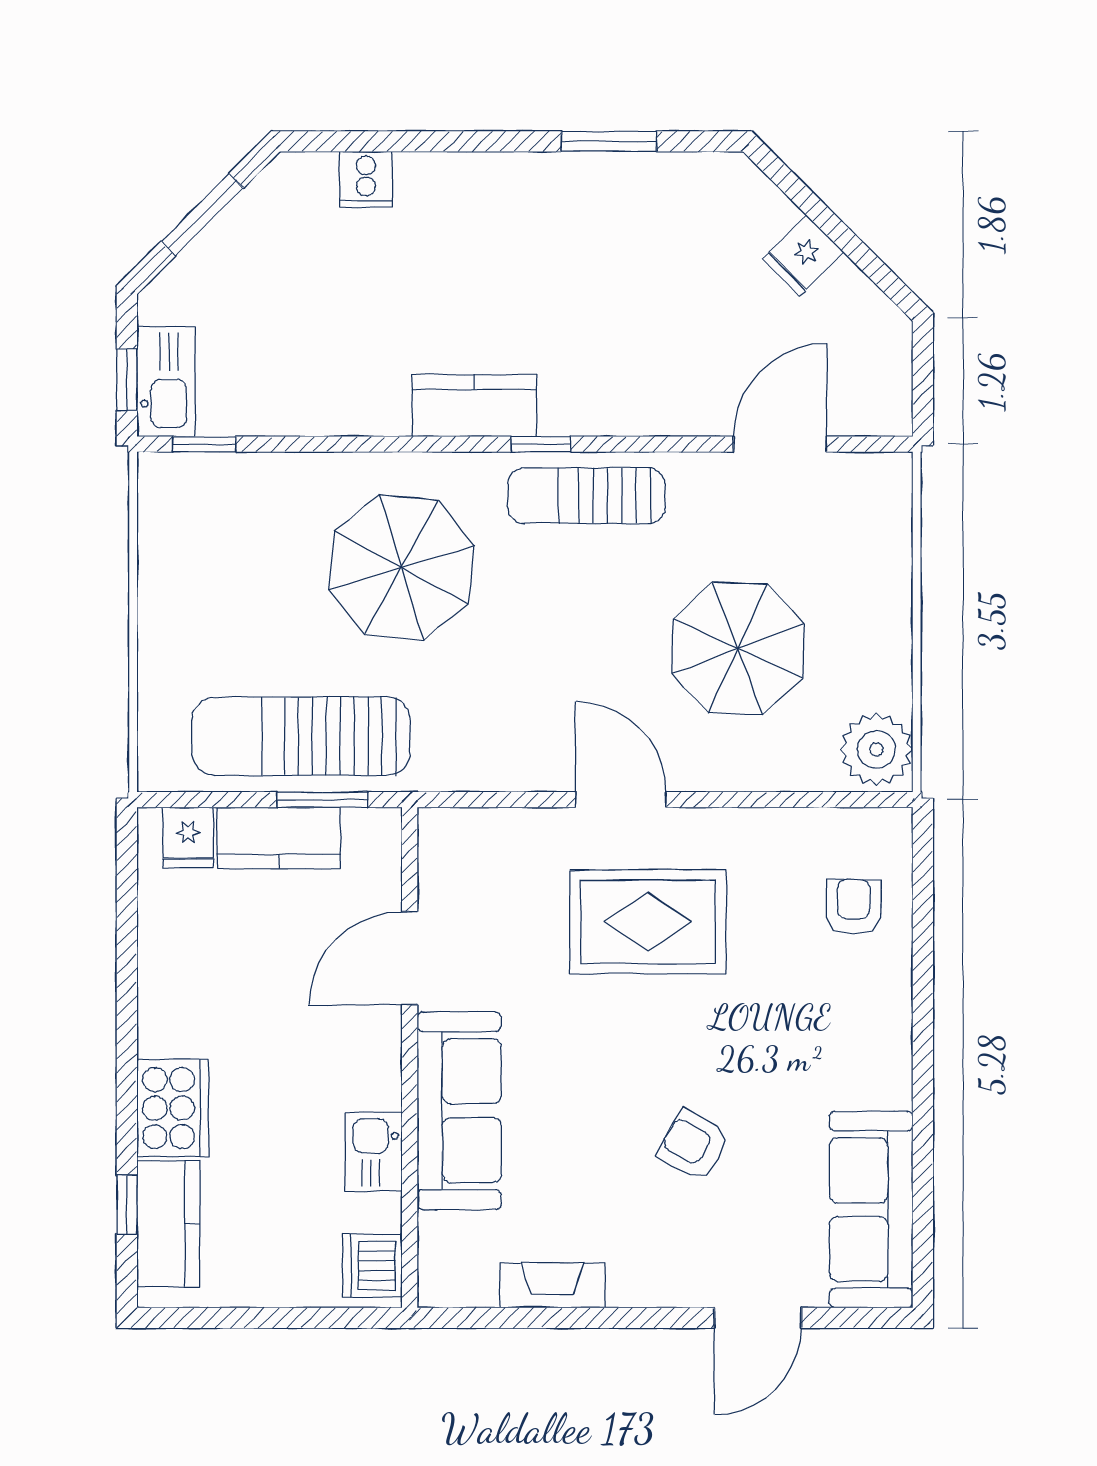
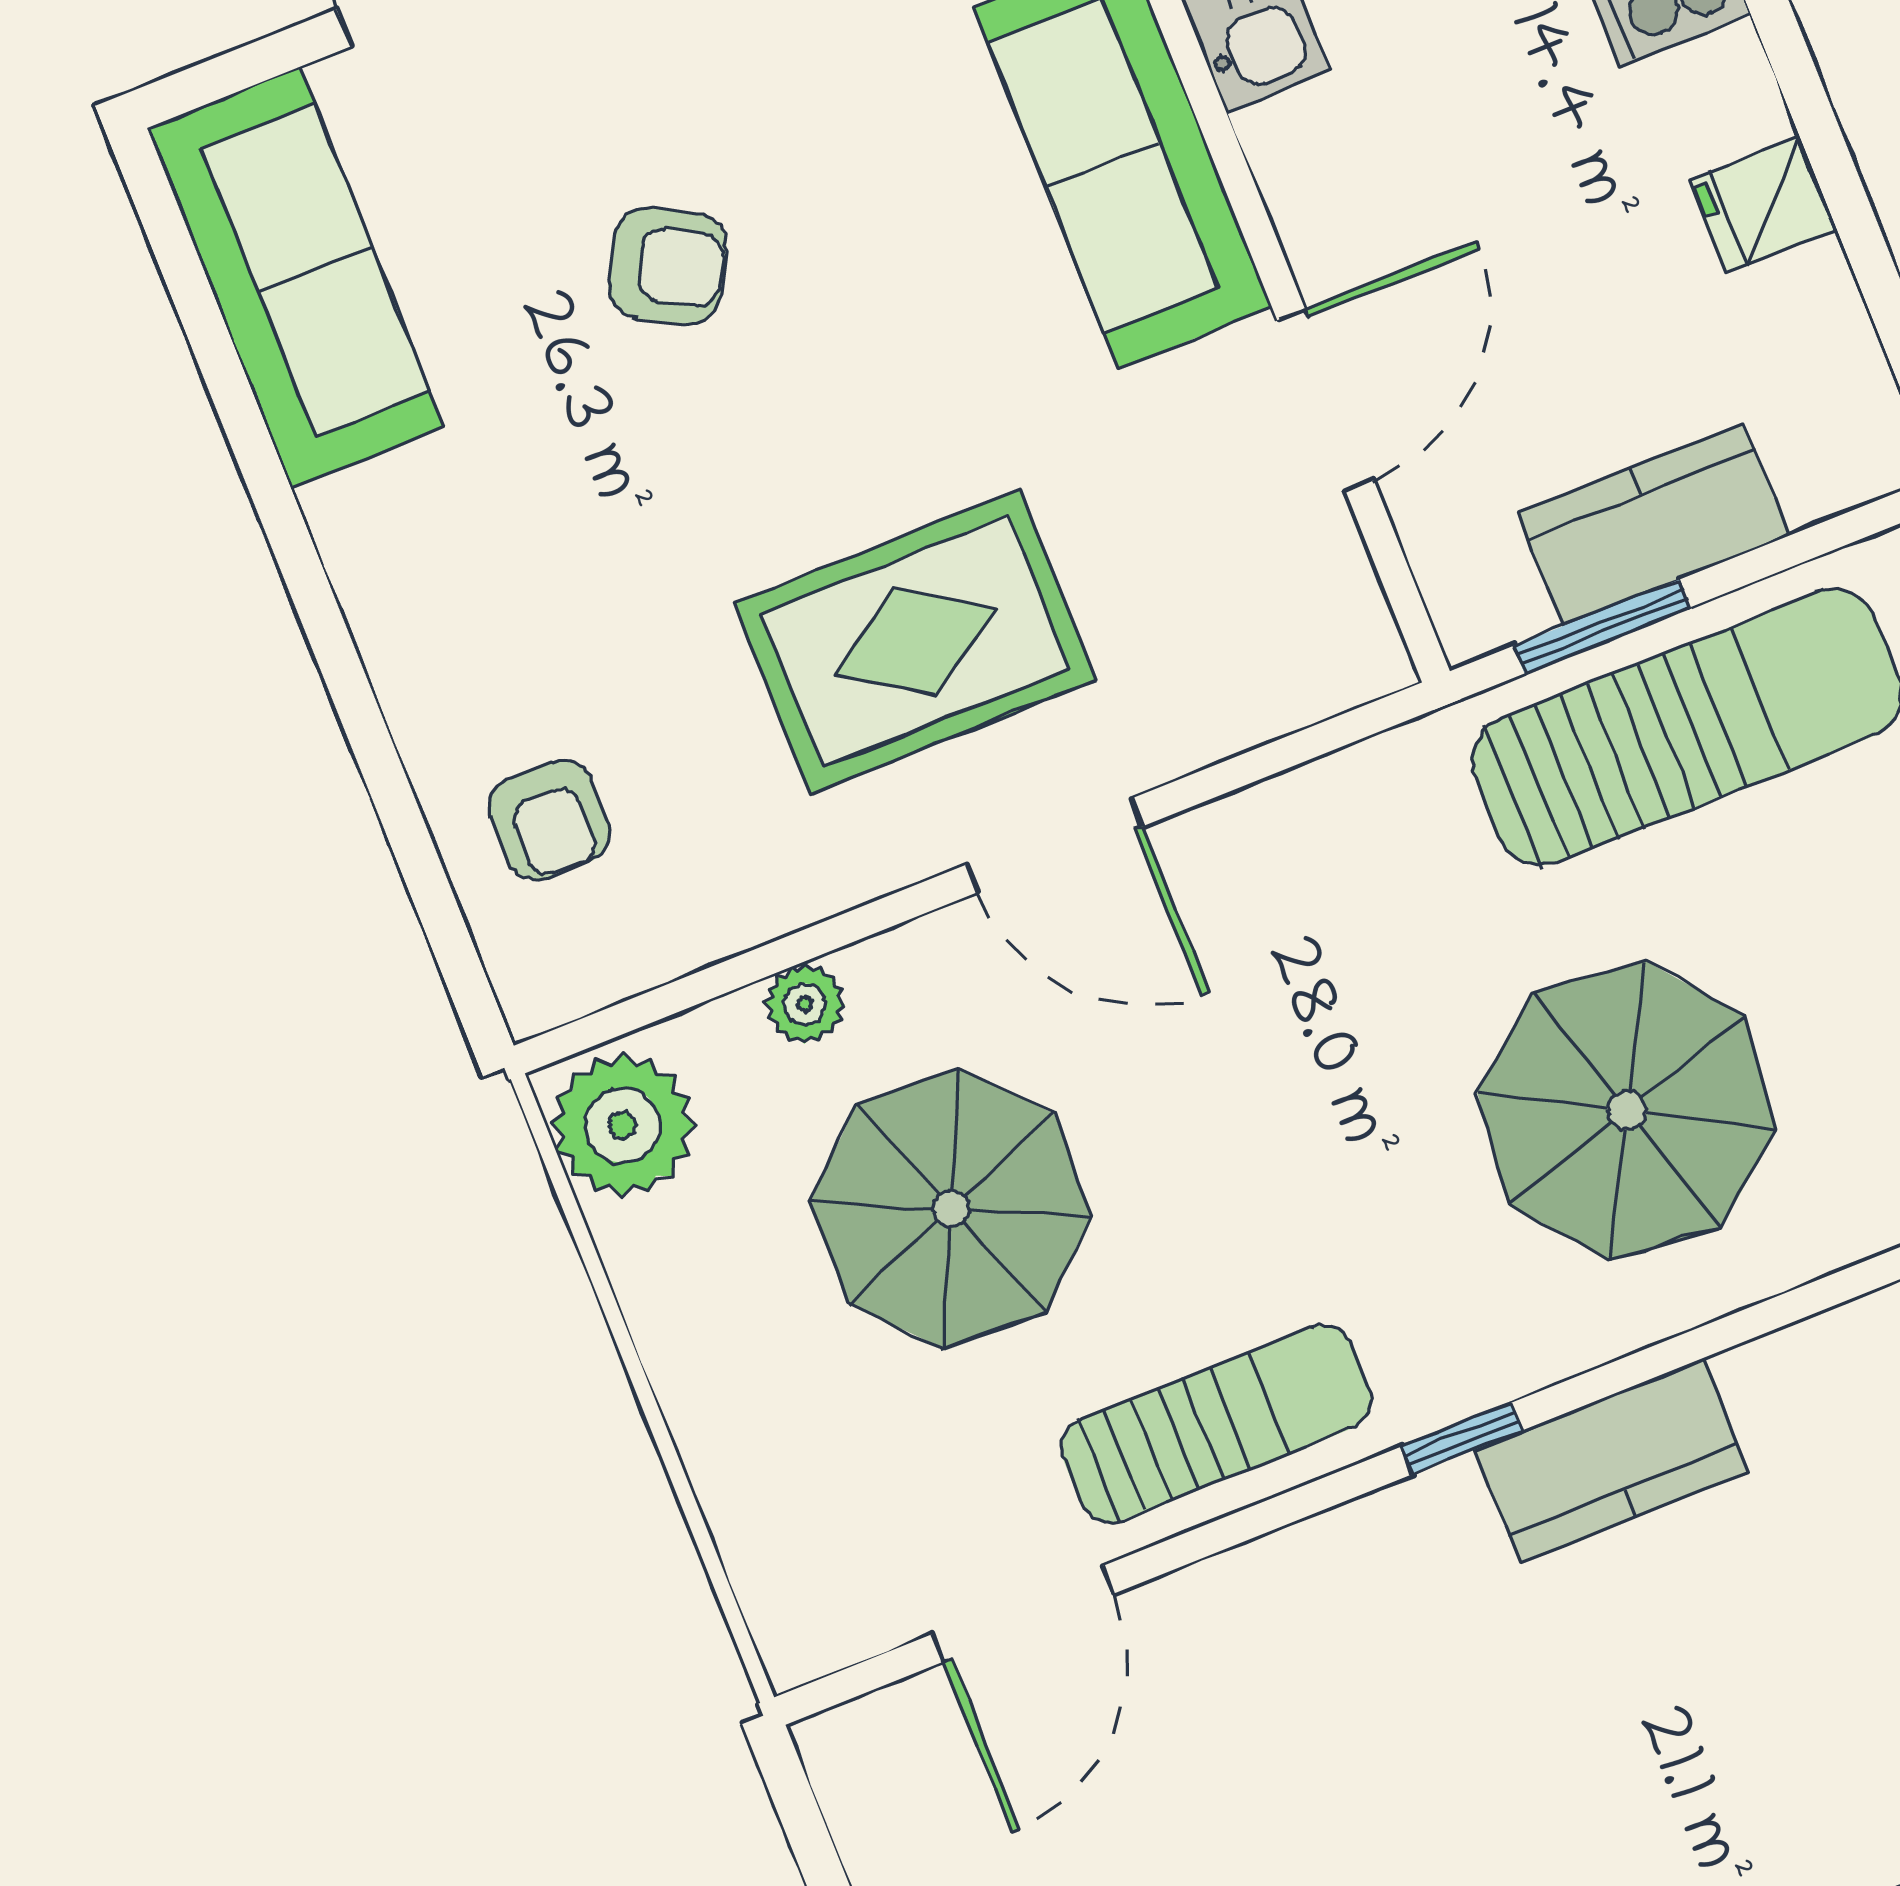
sun lounger: (586, 496) -> (1216, 1424), moved
plant: (768, 772) -> (805, 1004), added
fridge: (188, 837) -> (1763, 205), moved, turned -90

